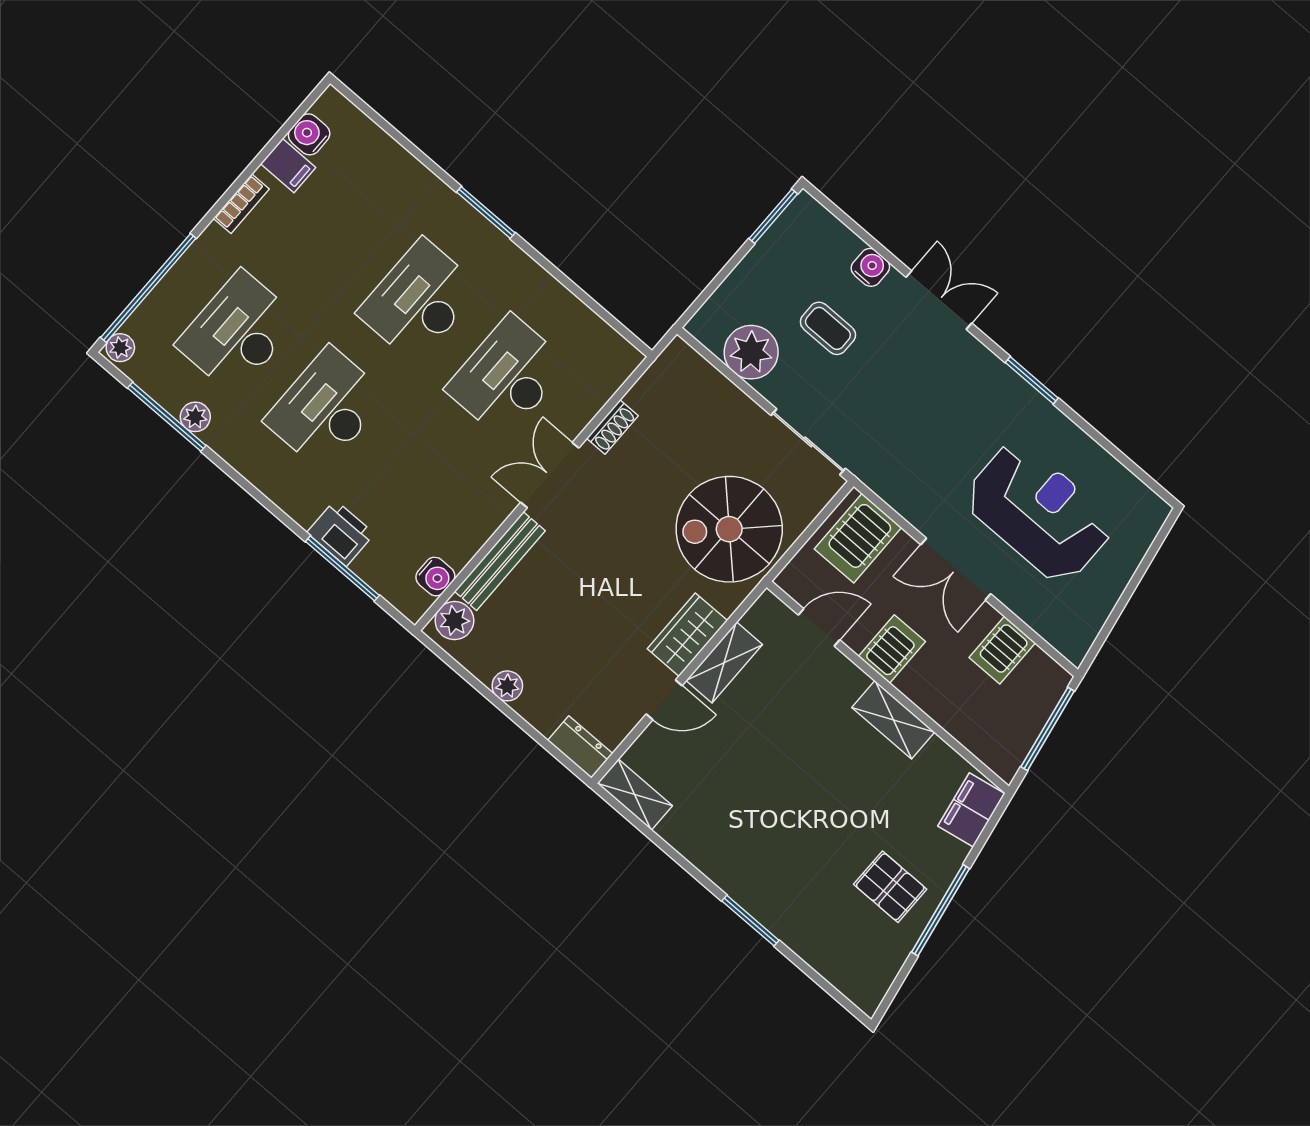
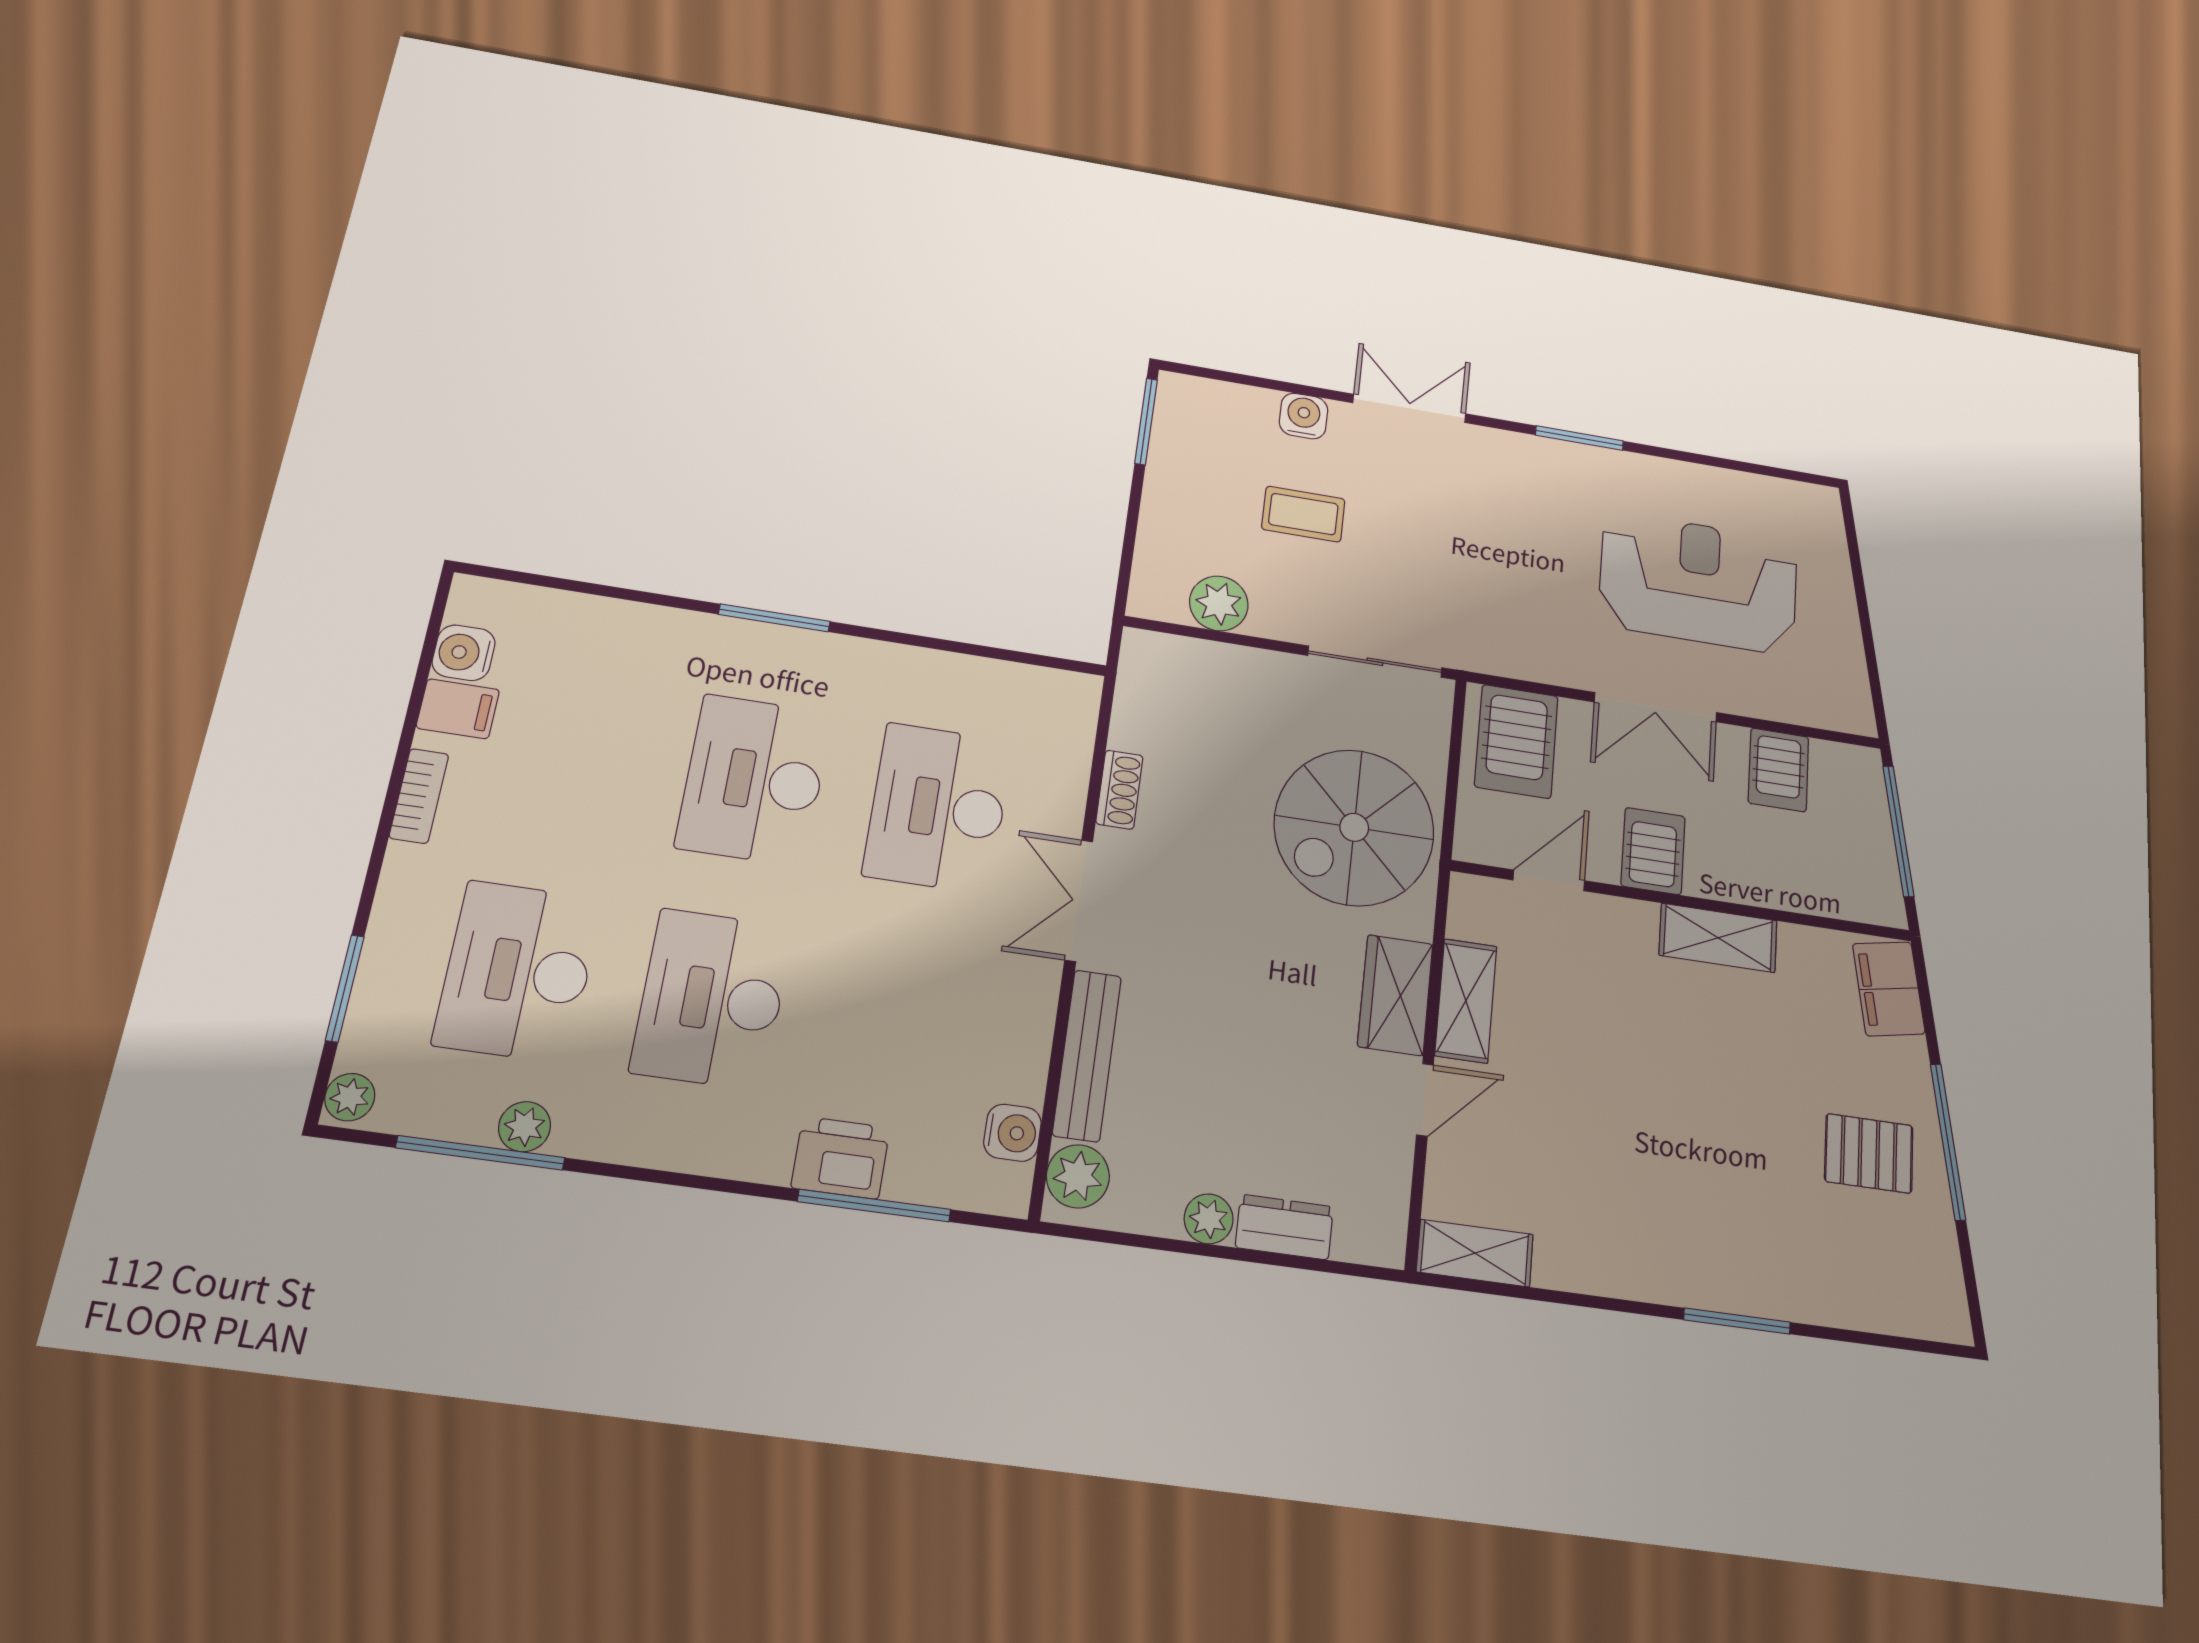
window: (148, 288) -> (345, 988), width x0.47
plant: (751, 352) -> (1219, 603), width x0.73, depth x0.73
dresser: (580, 747) -> (1284, 1227), moved

